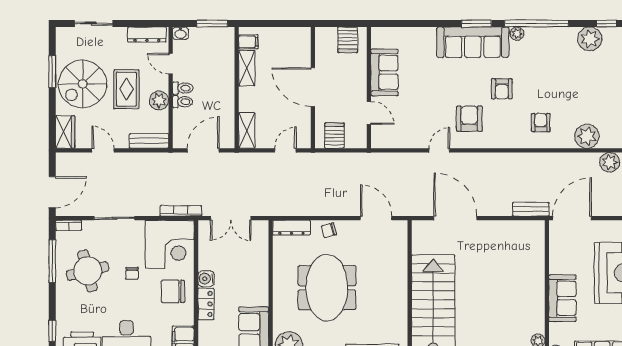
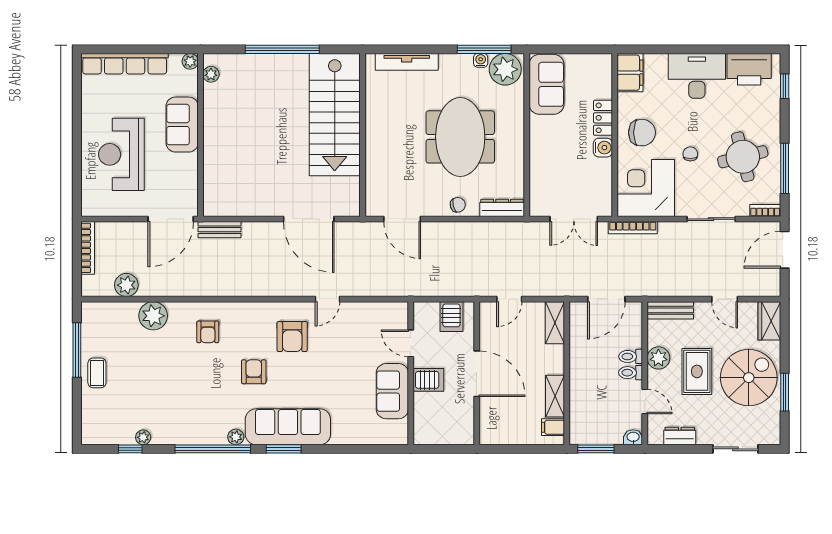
dresser: (147, 34) -> (680, 436), width x0.70
plant: (590, 39) -> (143, 437), width x0.53, depth x0.53
server rack: (348, 40) -> (428, 380), moved, turned 90
double door: (231, 218) -> (574, 219), swing flipped

